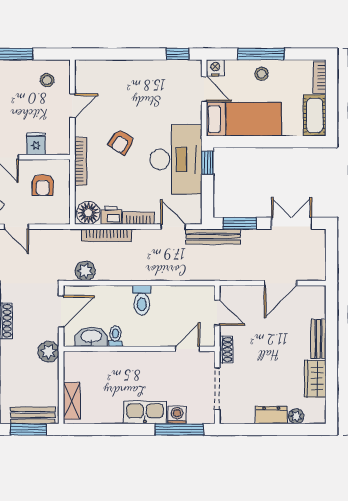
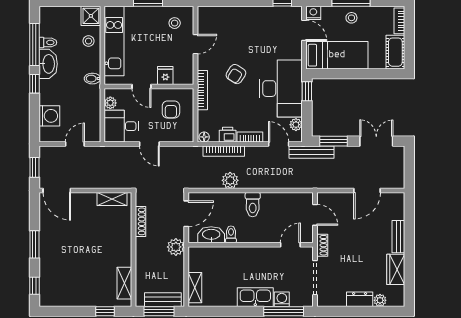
plant: (194, 203) -> (296, 125), added
floor lamp: (88, 213) -> (204, 137), width x0.53, depth x0.53
plant: (85, 271) -> (230, 180), moved

